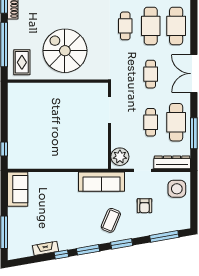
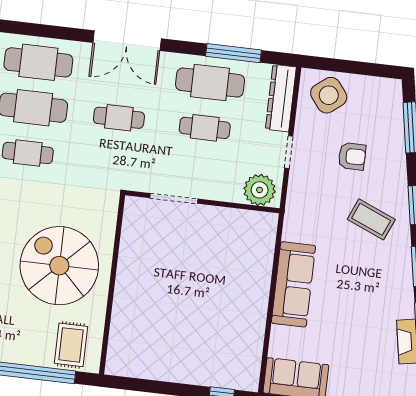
spiral stairs: (65, 51) -> (59, 266), turned 90
rug: (22, 62) -> (71, 345), turned 90
sofa: (102, 182) -> (293, 284), moved
side table: (177, 189) -> (329, 95), turned -38

